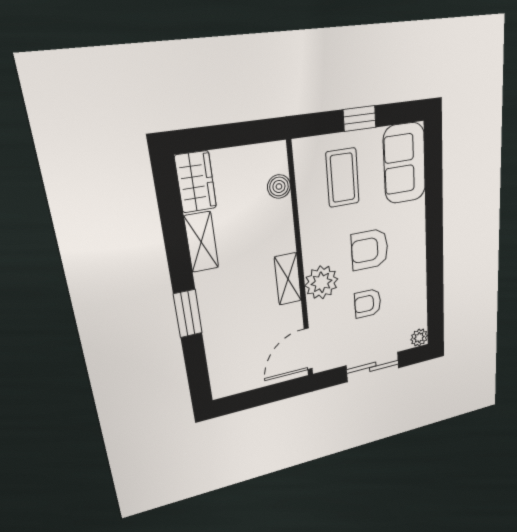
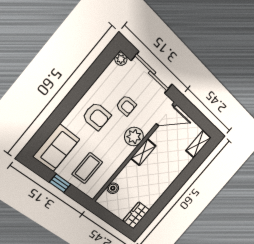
shelving: (201, 242) -> (198, 144), moved
armchair: (370, 249) -> (97, 116), moved
window: (188, 314) -> (183, 177), removed
sliding door: (373, 367) -> (152, 73), width x1.37

